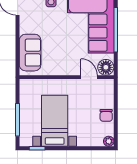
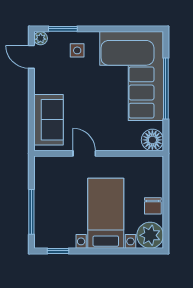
door: (89, 77) -> (84, 153), moved
bed with nightstands: (55, 121) -> (106, 213), moved
plant: (109, 141) -> (150, 235), width x1.87, depth x1.87

